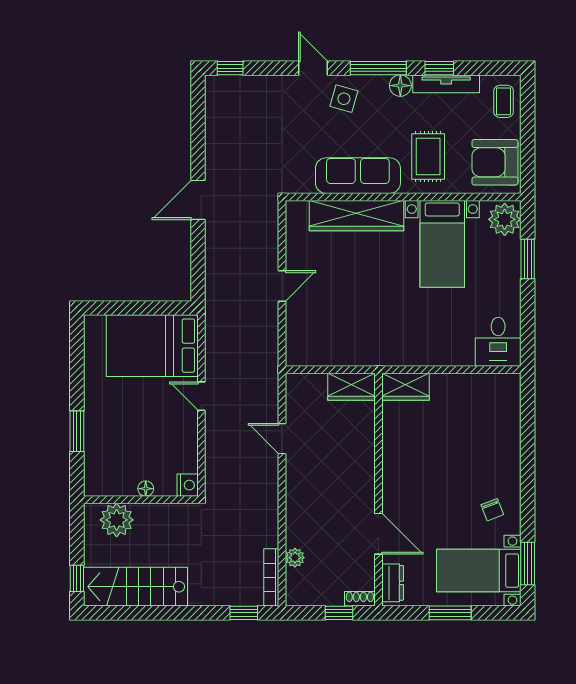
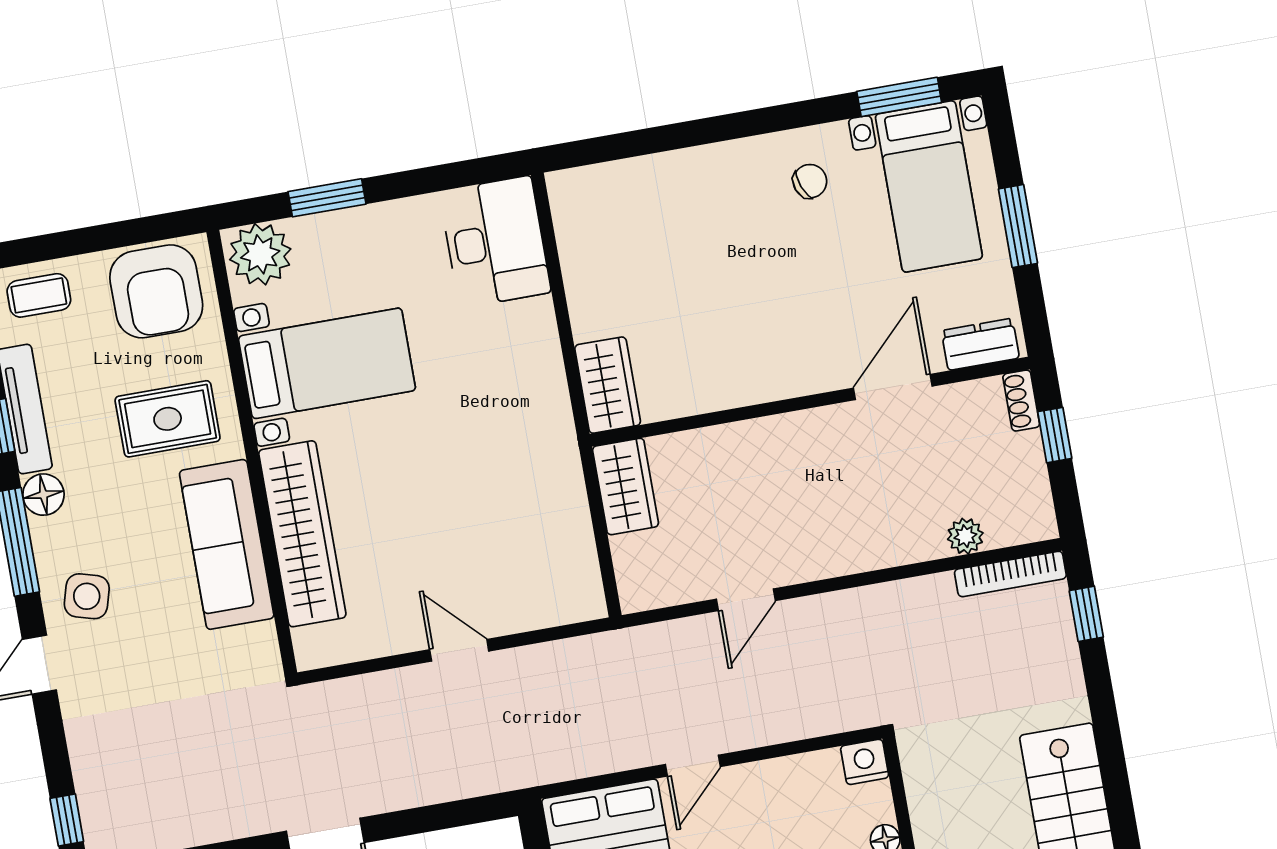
desk: (498, 342) -> (495, 242), width x1.37

